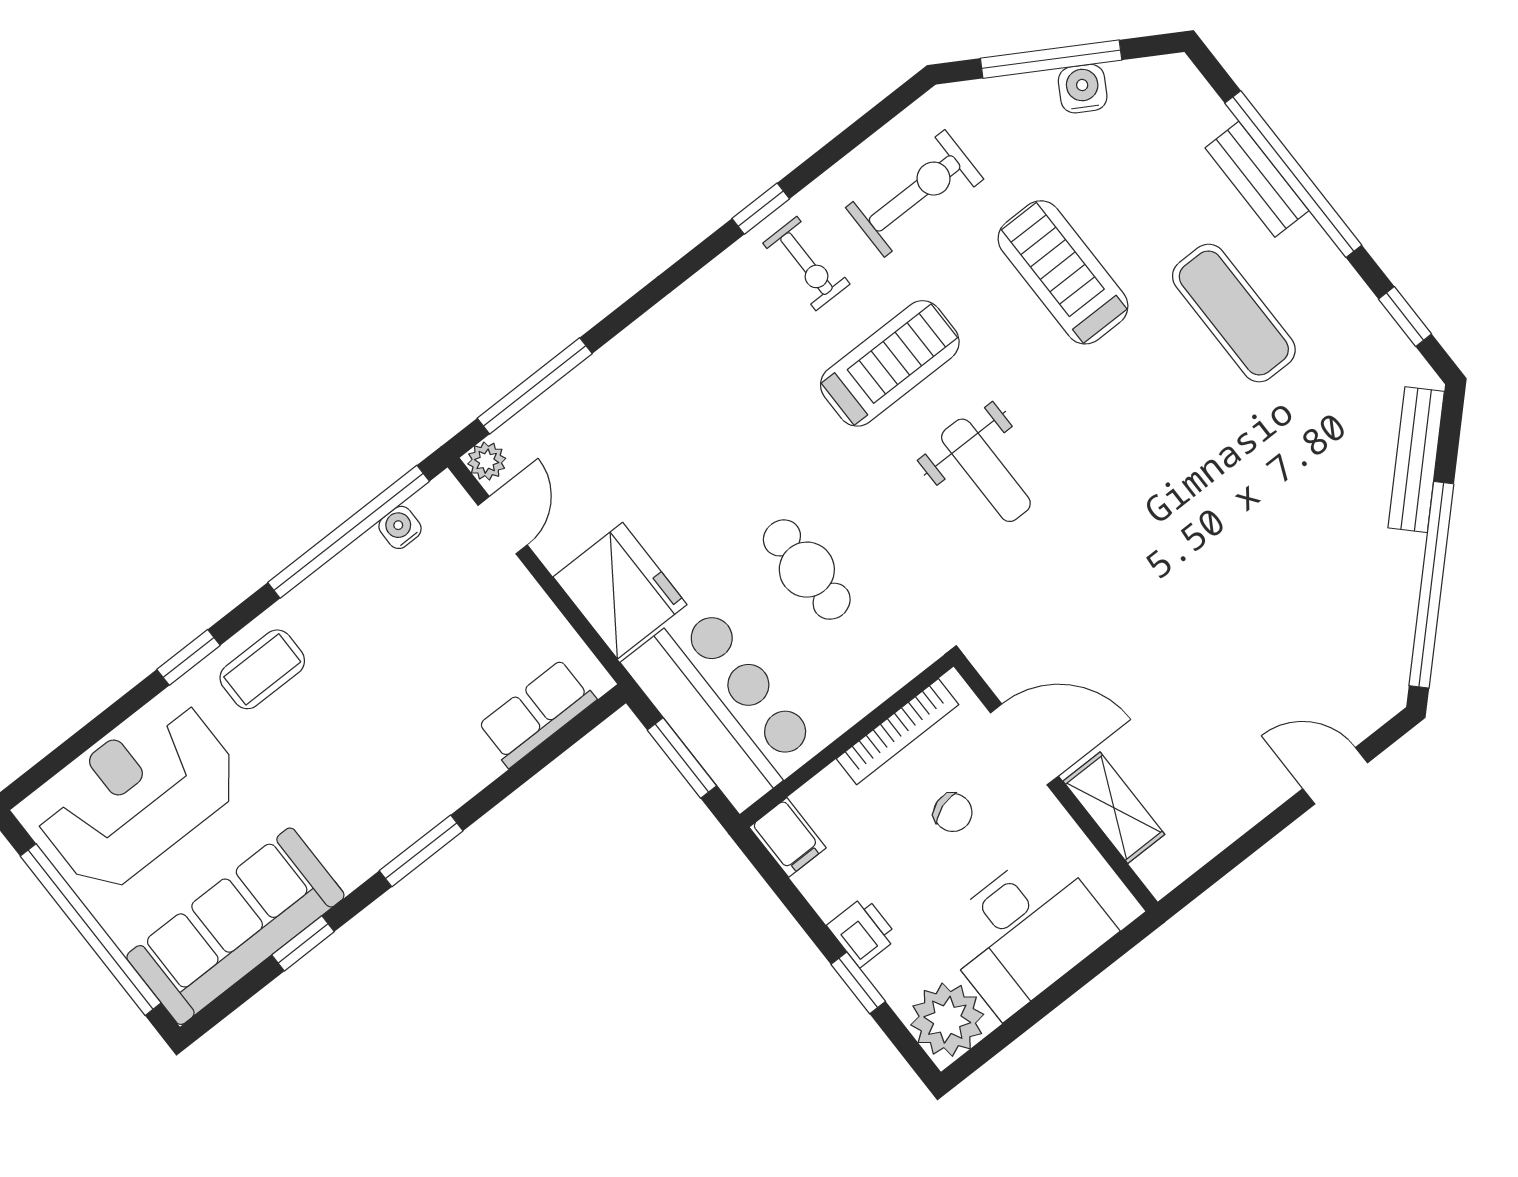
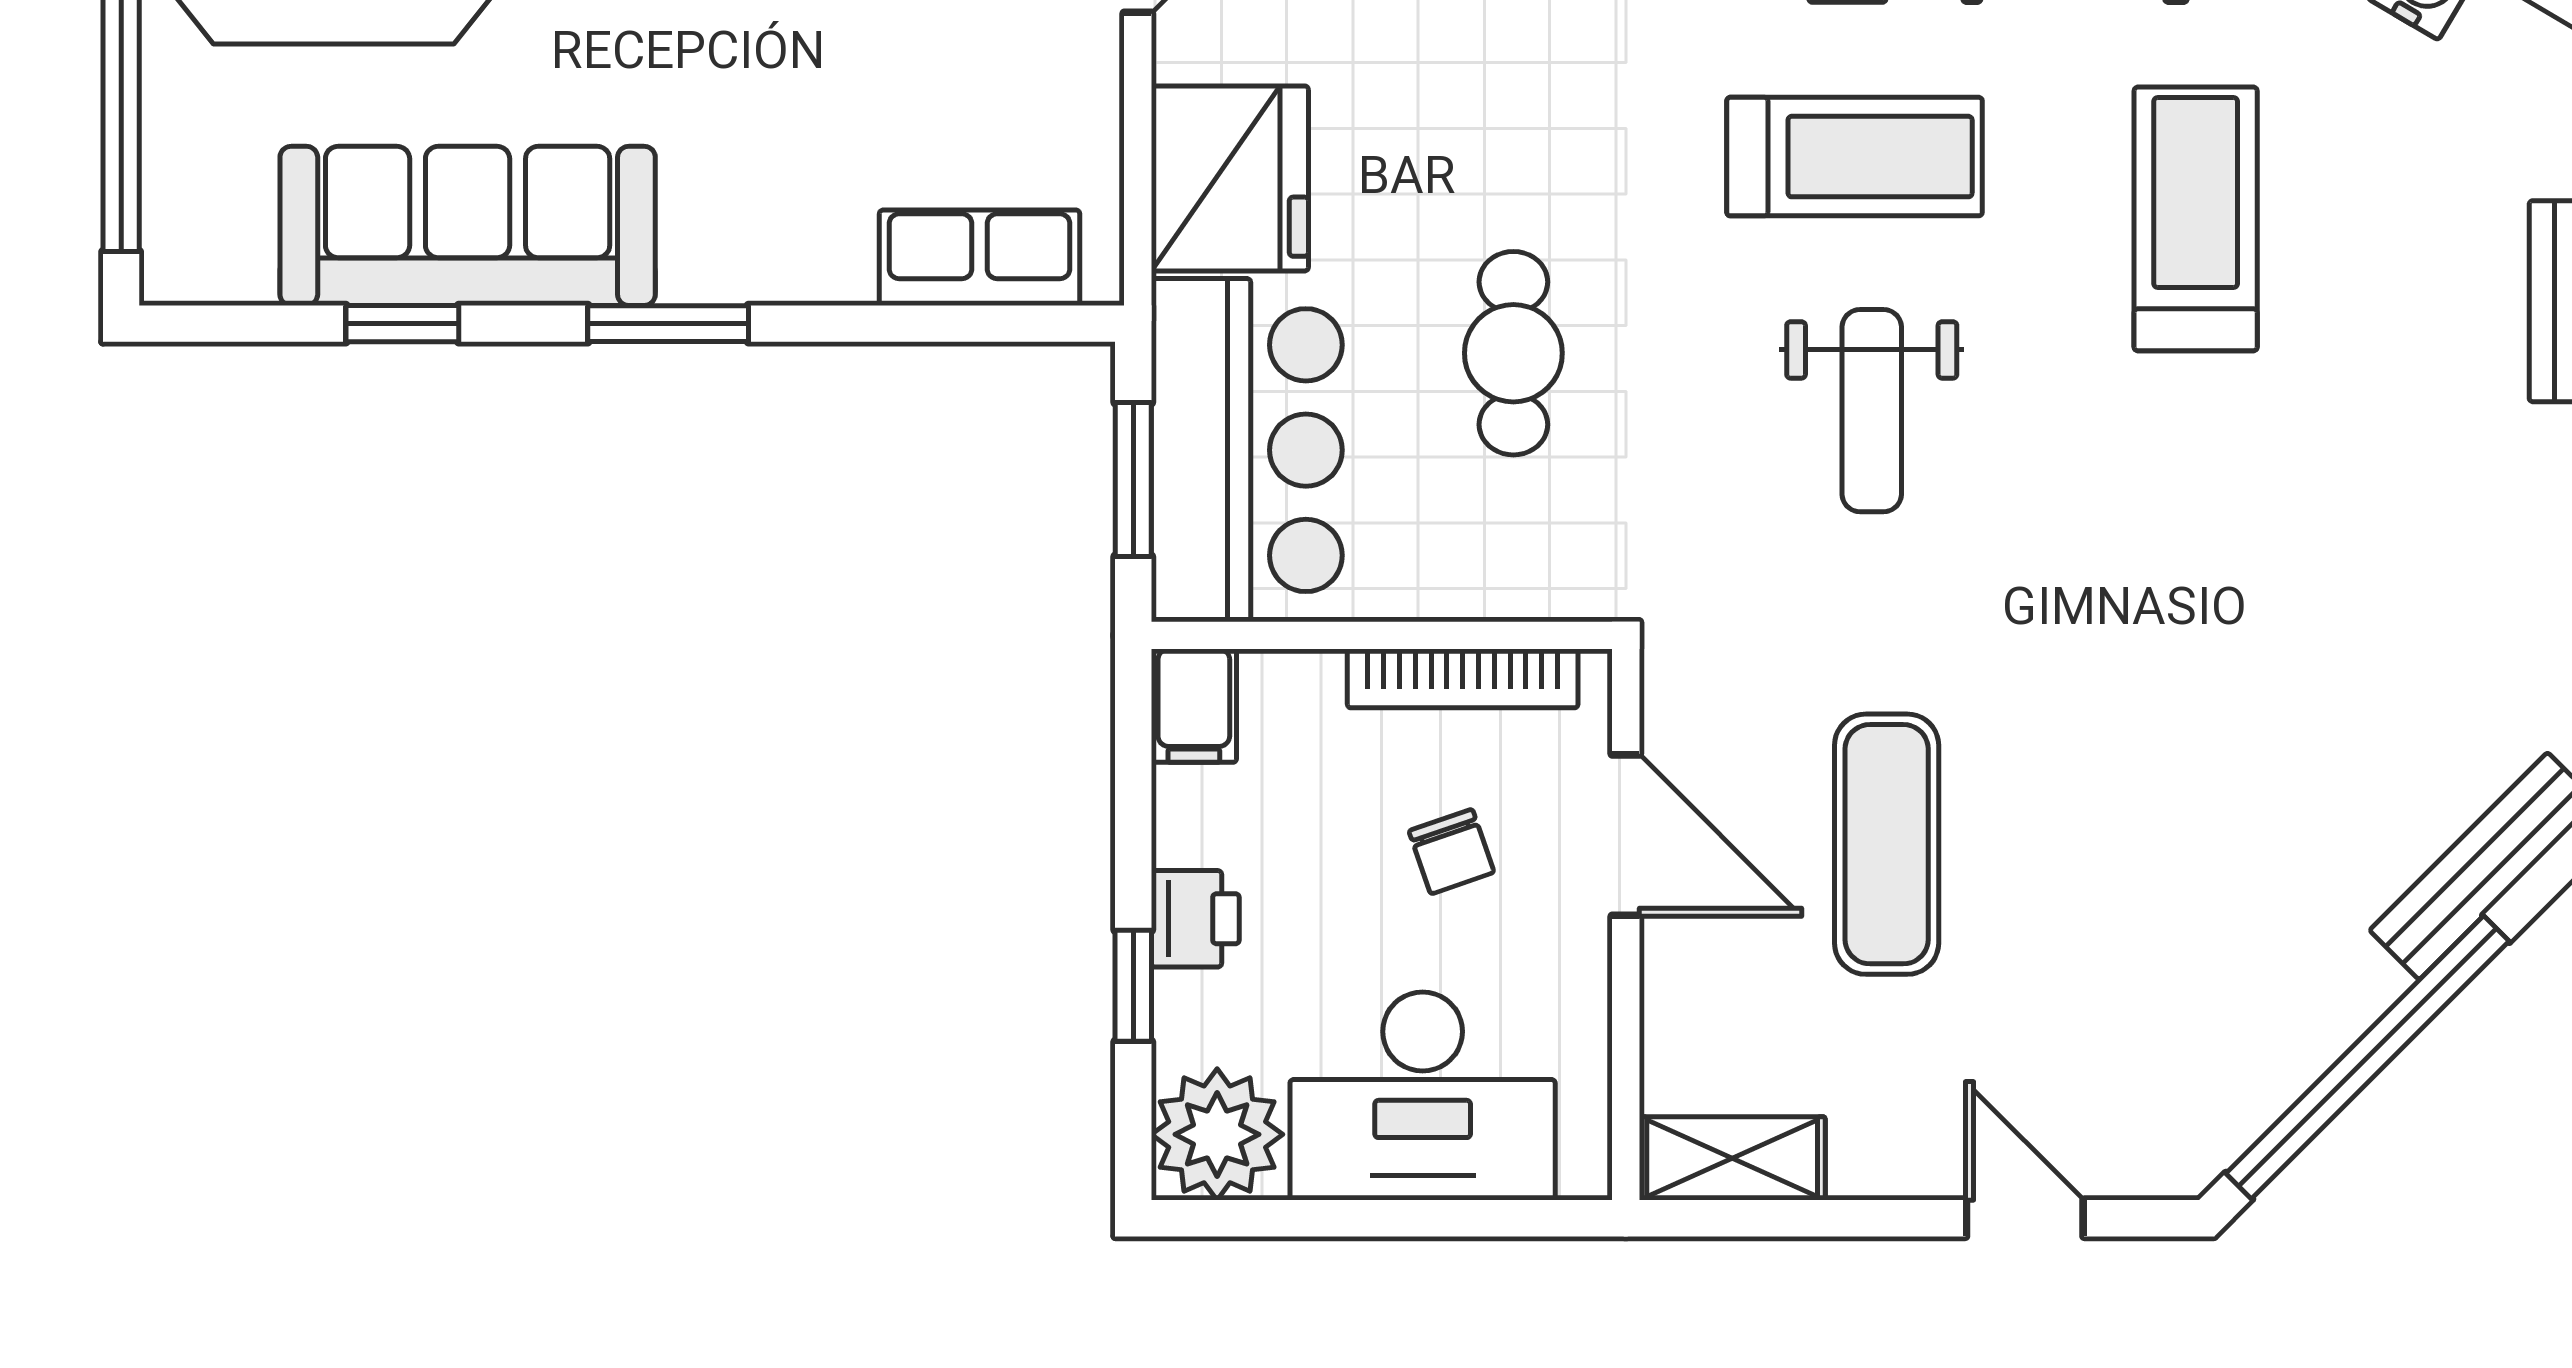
exercise mat: (1234, 313) -> (1887, 844), moved
shelving: (1114, 808) -> (1732, 1158), moved, turned 90
sofa: (235, 926) -> (468, 226), moved

